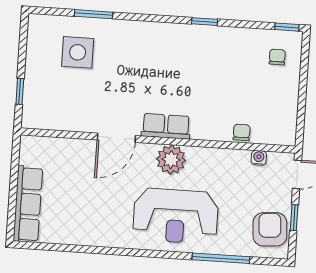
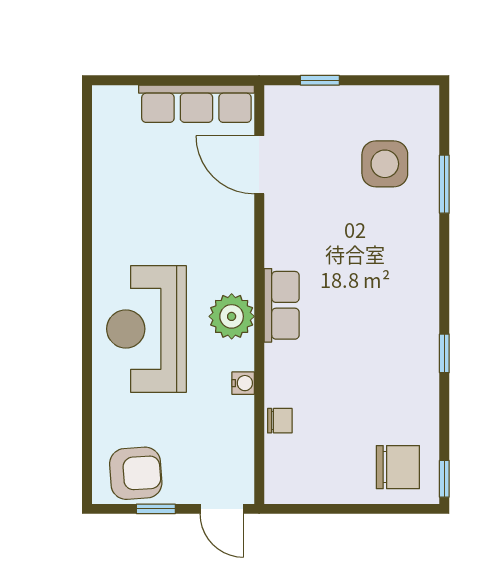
chair: (277, 57) -> (398, 467), width x1.87, depth x1.87
door: (116, 138) -> (259, 165), moved
water cooler: (259, 158) -> (243, 383), moved
row of seats: (28, 204) -> (196, 104), moved
window: (221, 258) -> (87, 402), removed

